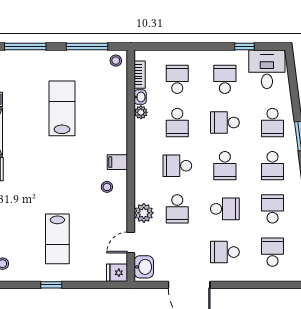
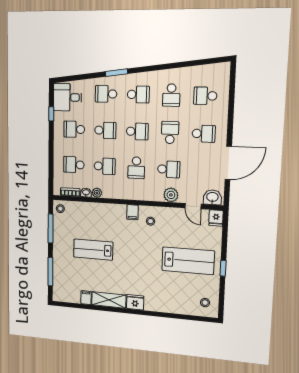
school desk: (225, 122) -> (105, 130), turned -90
school desk: (272, 122) -> (106, 94), turned 180
school desk: (272, 209) -> (171, 95), turned -90
lab bench: (57, 239) -> (188, 261), width x1.36, depth x1.39
school desk: (225, 252) -> (204, 134), turned -90

